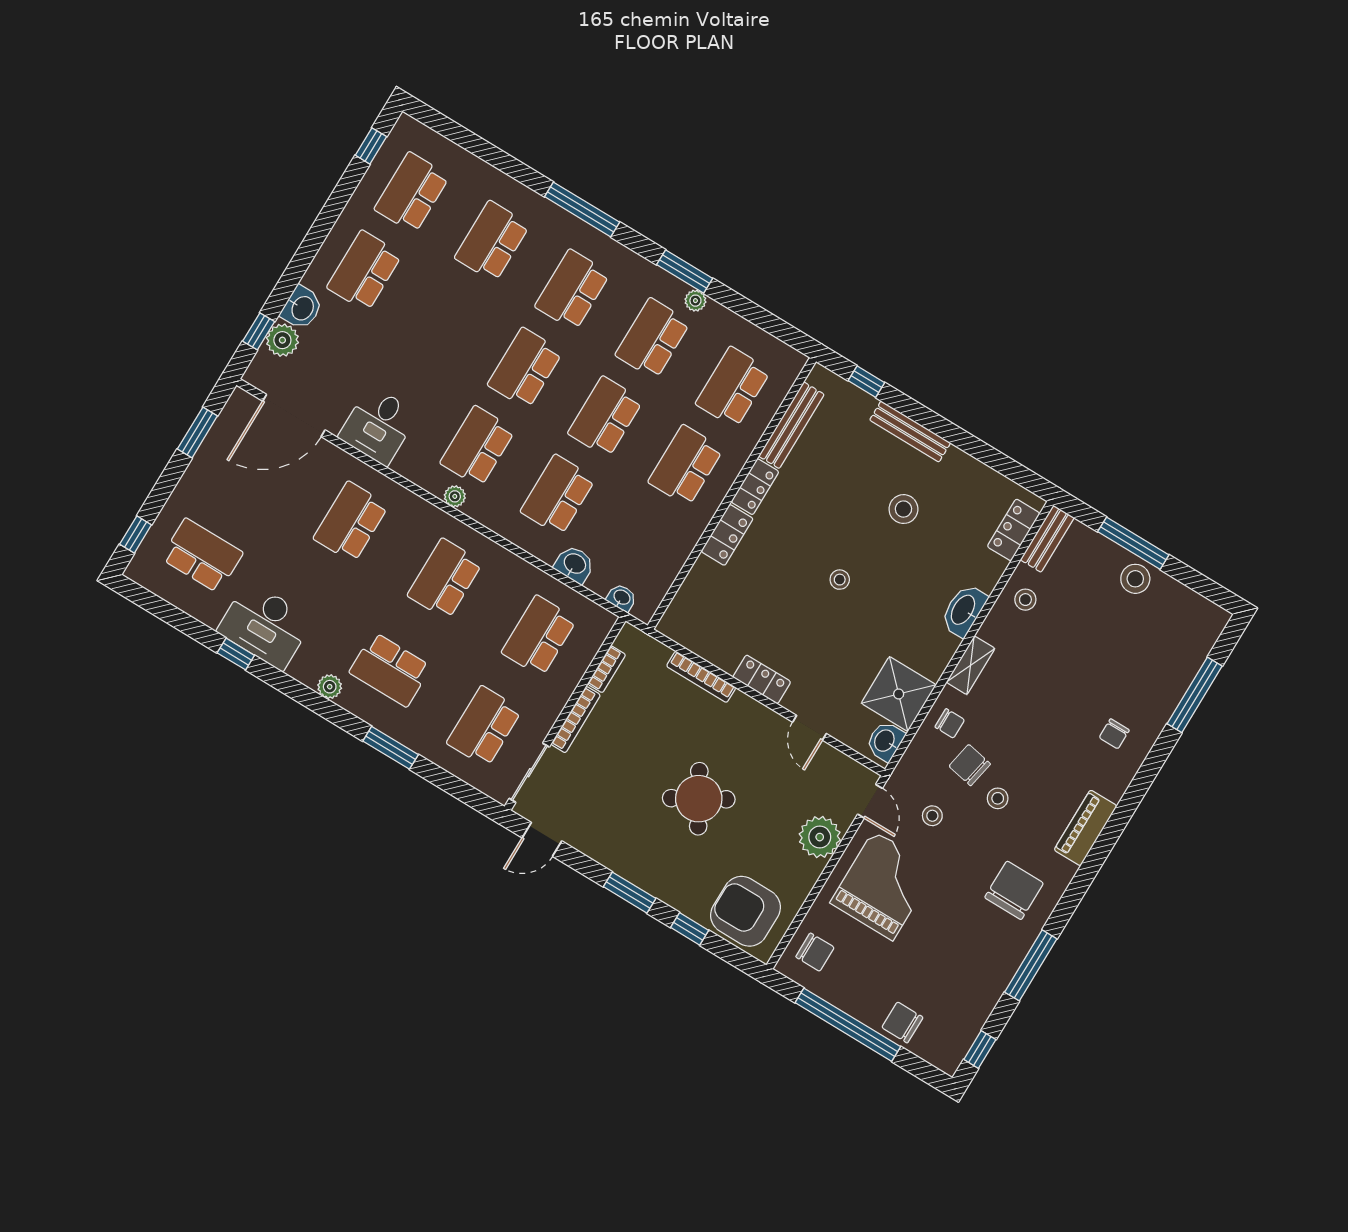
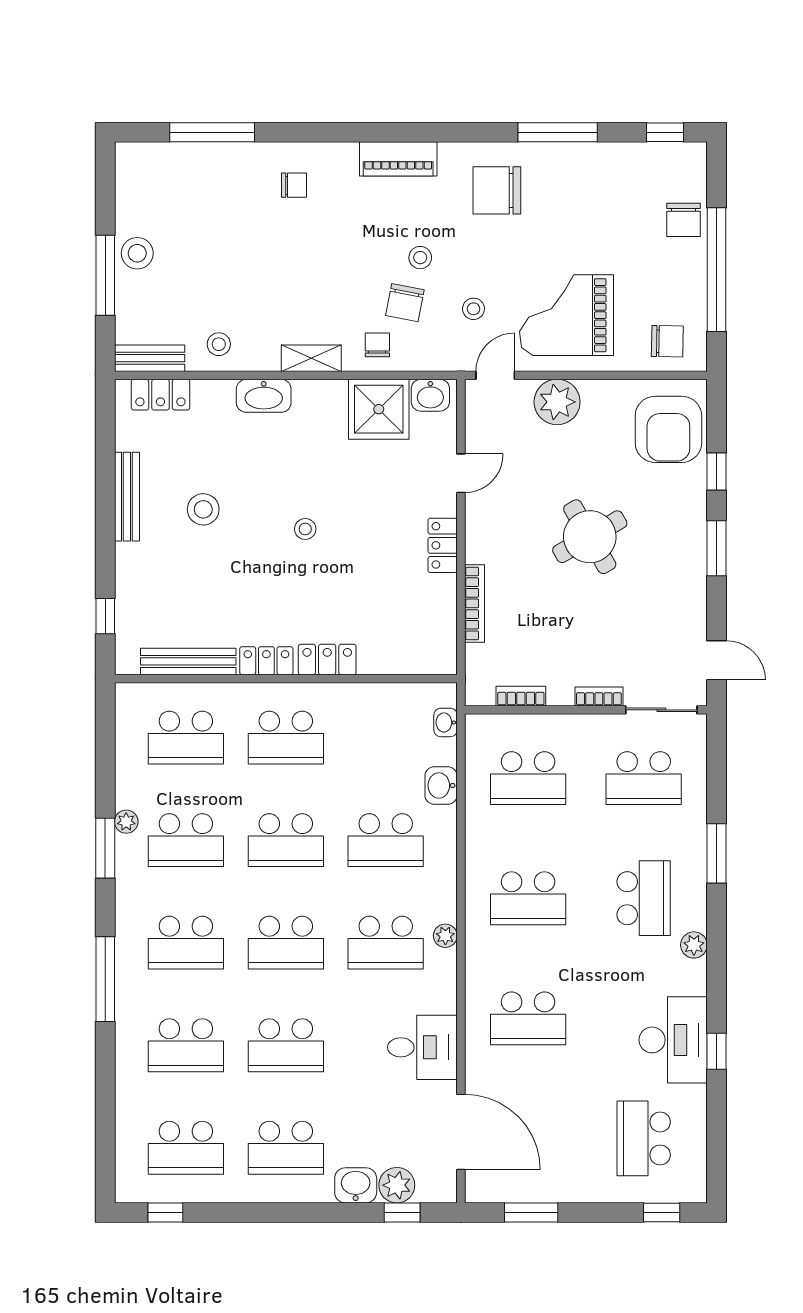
school desk: (445, 320) -> (286, 1045), added
bench: (910, 431) -> (127, 497), moved
bookcase: (576, 720) -> (599, 696), width x0.64
chair: (815, 952) -> (667, 341), turned 91

